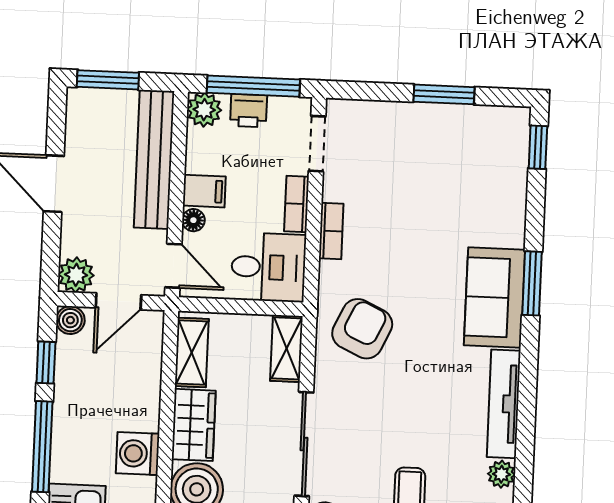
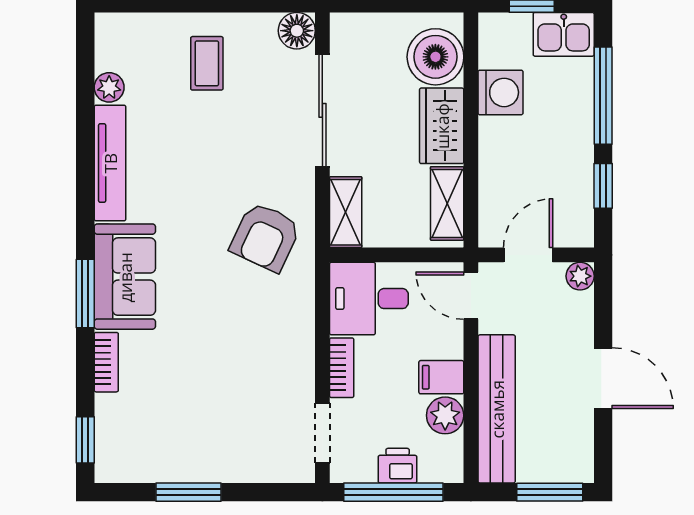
plant: (204, 110) -> (445, 415), moved
floor lamp: (193, 220) -> (452, 345), removed
bookcase: (331, 231) -> (106, 362), moved, turned 180
plant: (76, 275) -> (580, 276), width x0.73, depth x0.73
boiler: (70, 320) -> (579, 232), removed

